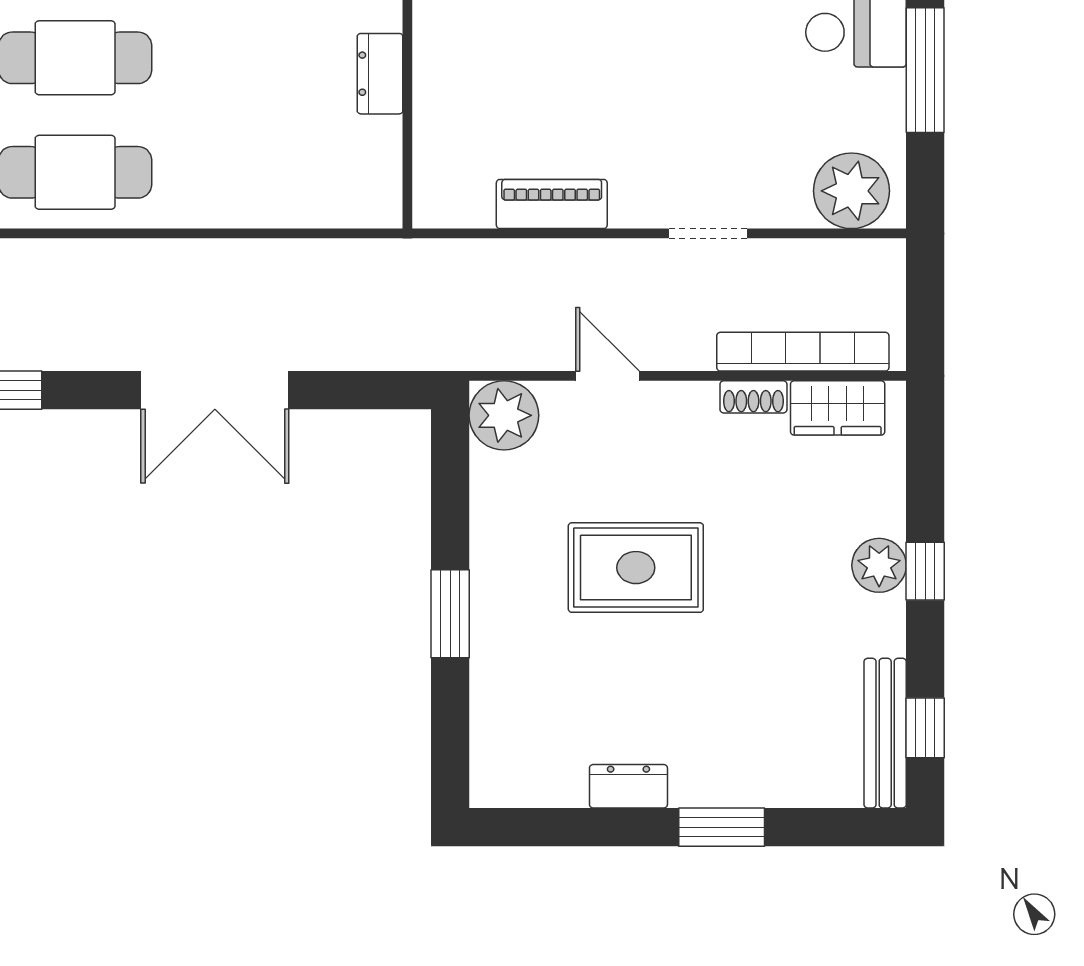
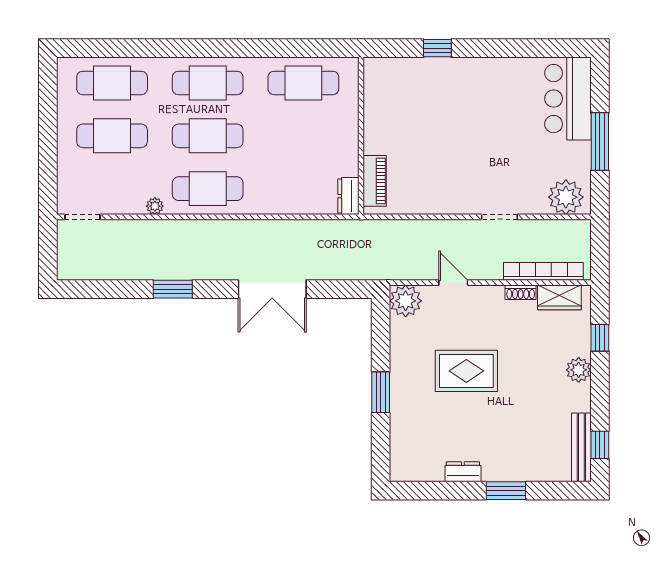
dresser: (380, 74) -> (348, 196), moved
piano: (552, 204) -> (375, 181), moved, turned 90
window: (925, 571) -> (600, 338), moved

